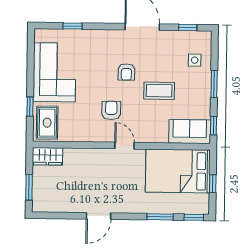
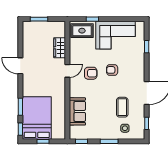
armchair: (126, 72) -> (112, 70), moved
coffee table: (159, 91) -> (122, 107), moved
sofa: (190, 132) -> (77, 111), moved
door: (125, 146) -> (67, 71), moved
wardrobe: (47, 156) -> (60, 48), moved
bed: (178, 171) -> (37, 118), moved

